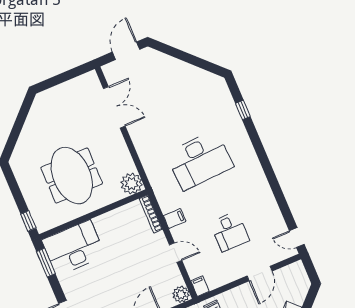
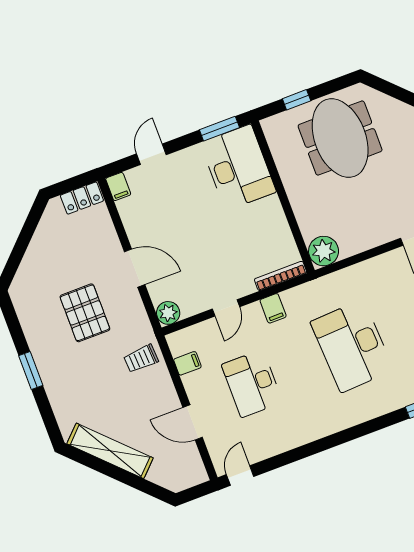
meeting table: (72, 175) -> (340, 138), moved, turned 90
window: (28, 221) -> (297, 100), moved
desk: (230, 231) -> (252, 383), width x1.37
filing cabinet: (200, 286) -> (187, 363), moved

